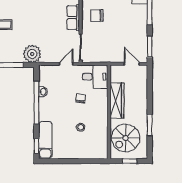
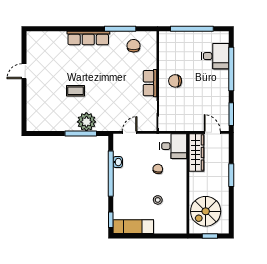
plant: (32, 54) -> (86, 122), moved
door: (66, 64) -> (130, 132), moved
wardrobe: (117, 100) -> (196, 153), moved
window: (150, 125) -> (231, 175), moved
exam couch: (45, 140) -> (133, 227), moved, turned -90

